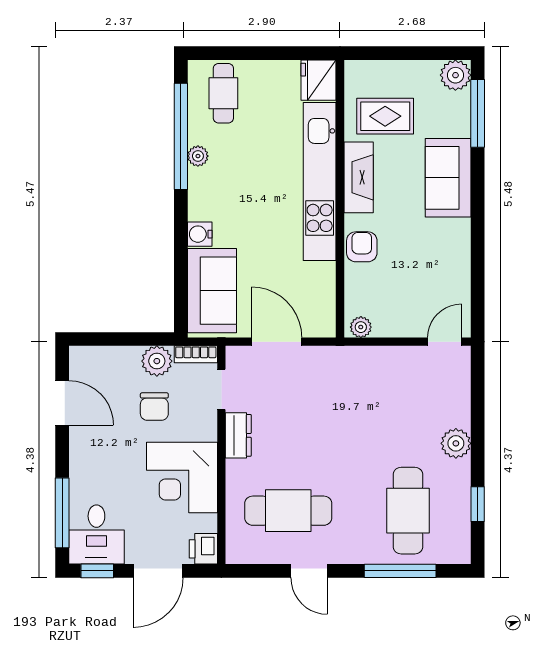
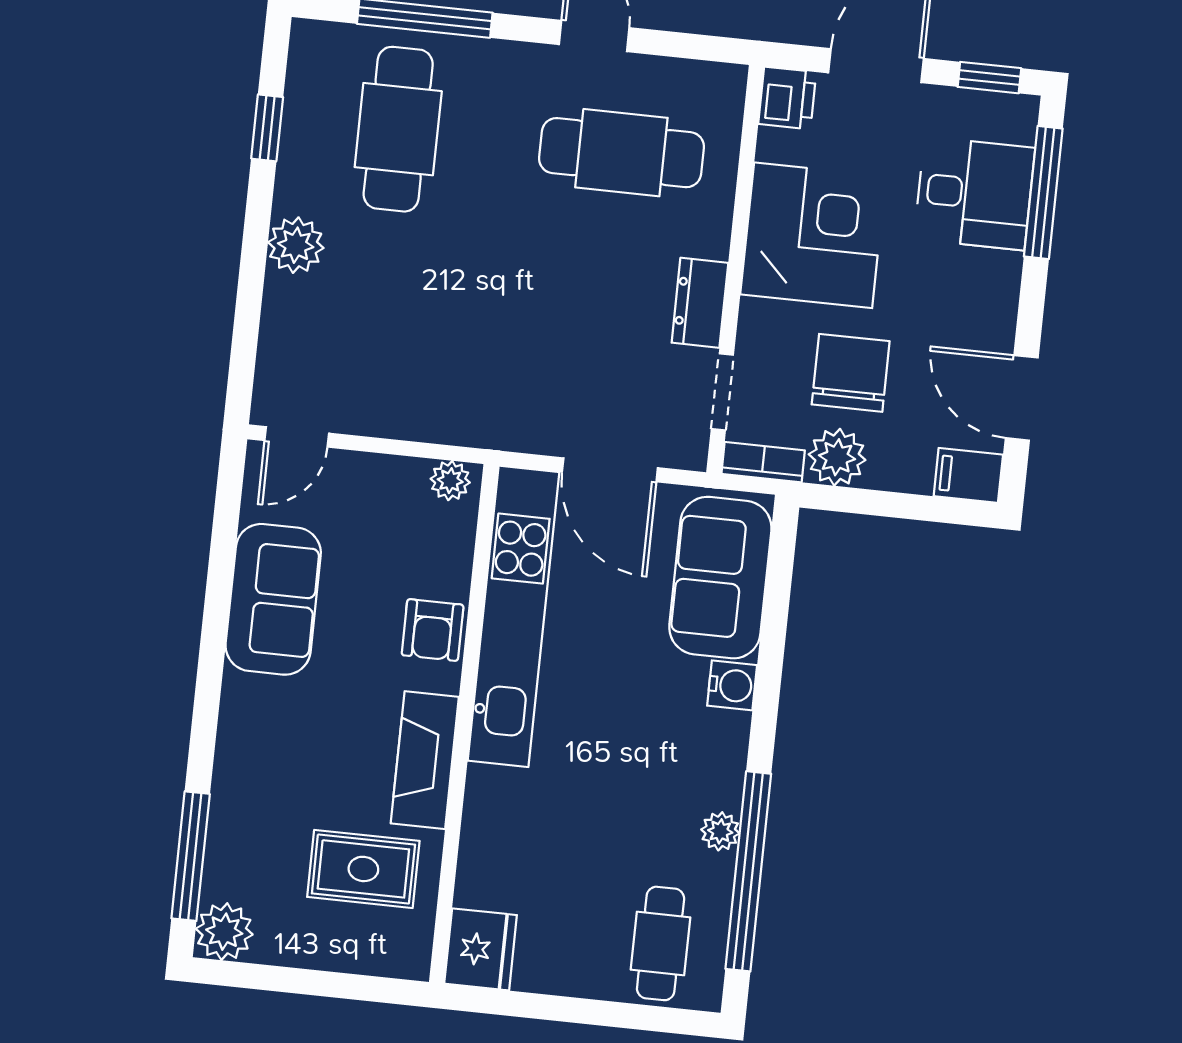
sofa: (448, 178) -> (273, 599), moved
kitchen unit: (320, 182) -> (514, 616), moved
filing cabinet: (86, 359) -> (968, 475), added
chair: (154, 407) -> (851, 373), width x1.37, depth x1.37
desk: (96, 535) -> (974, 193), moved, turned 90

